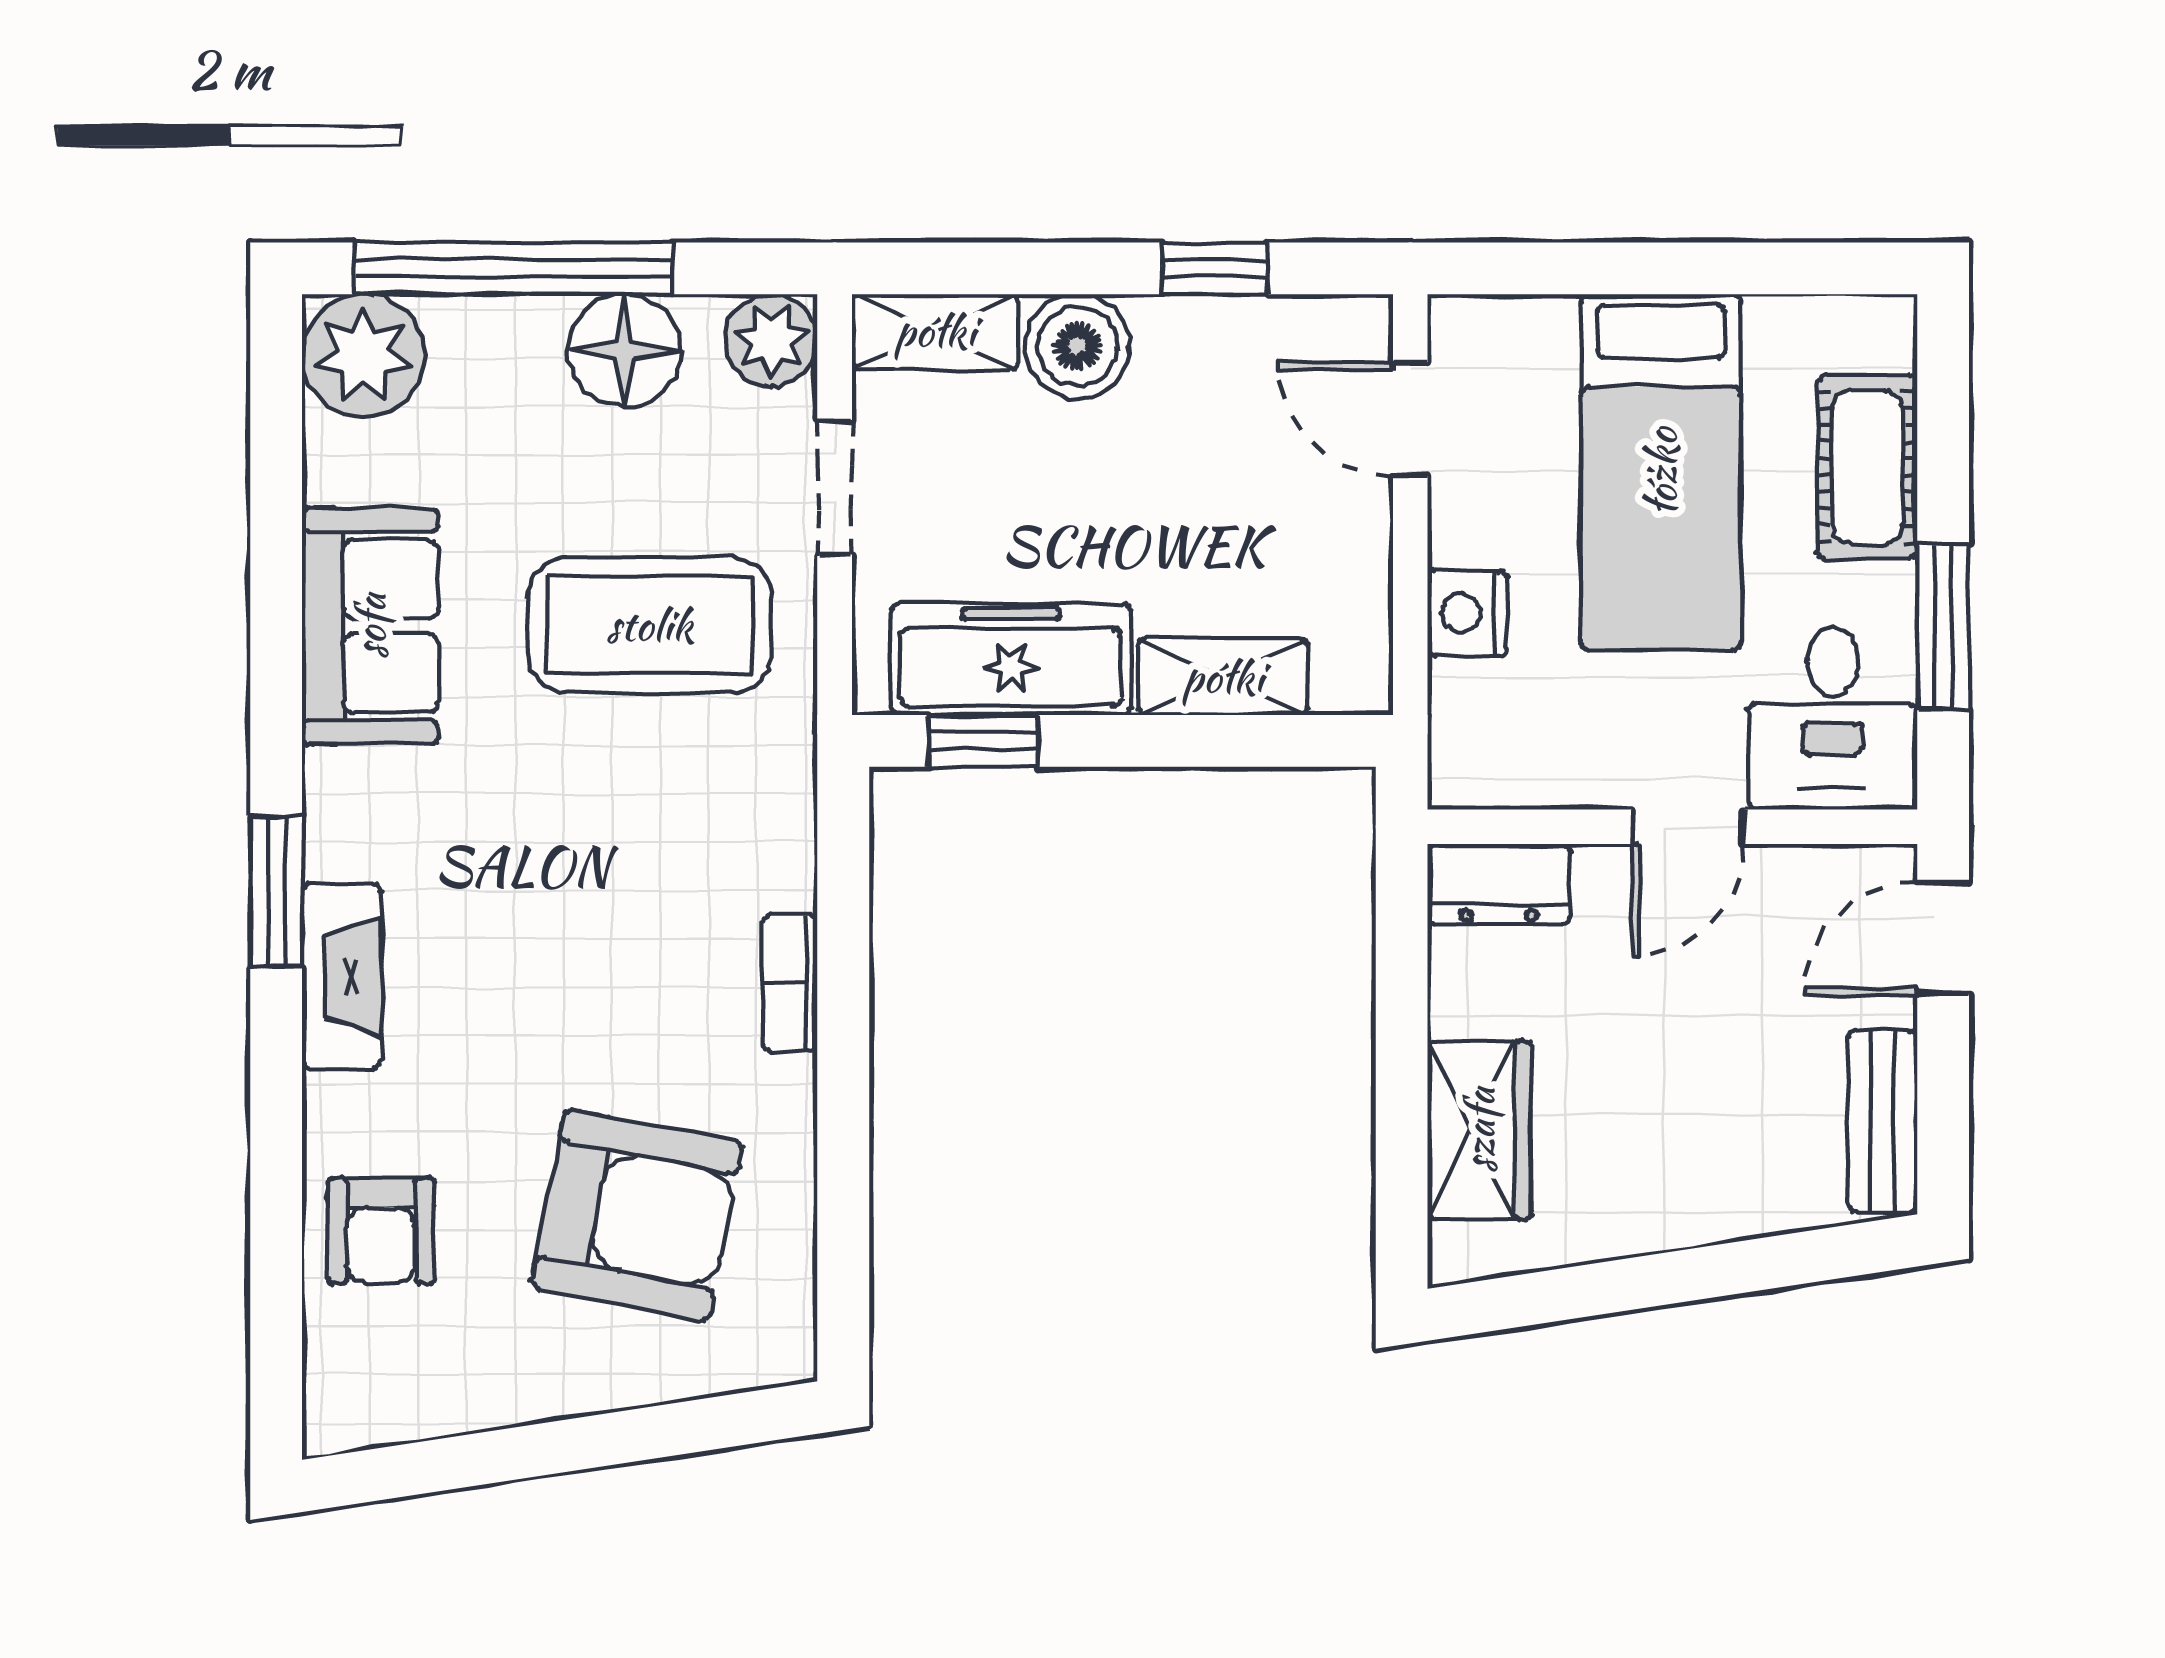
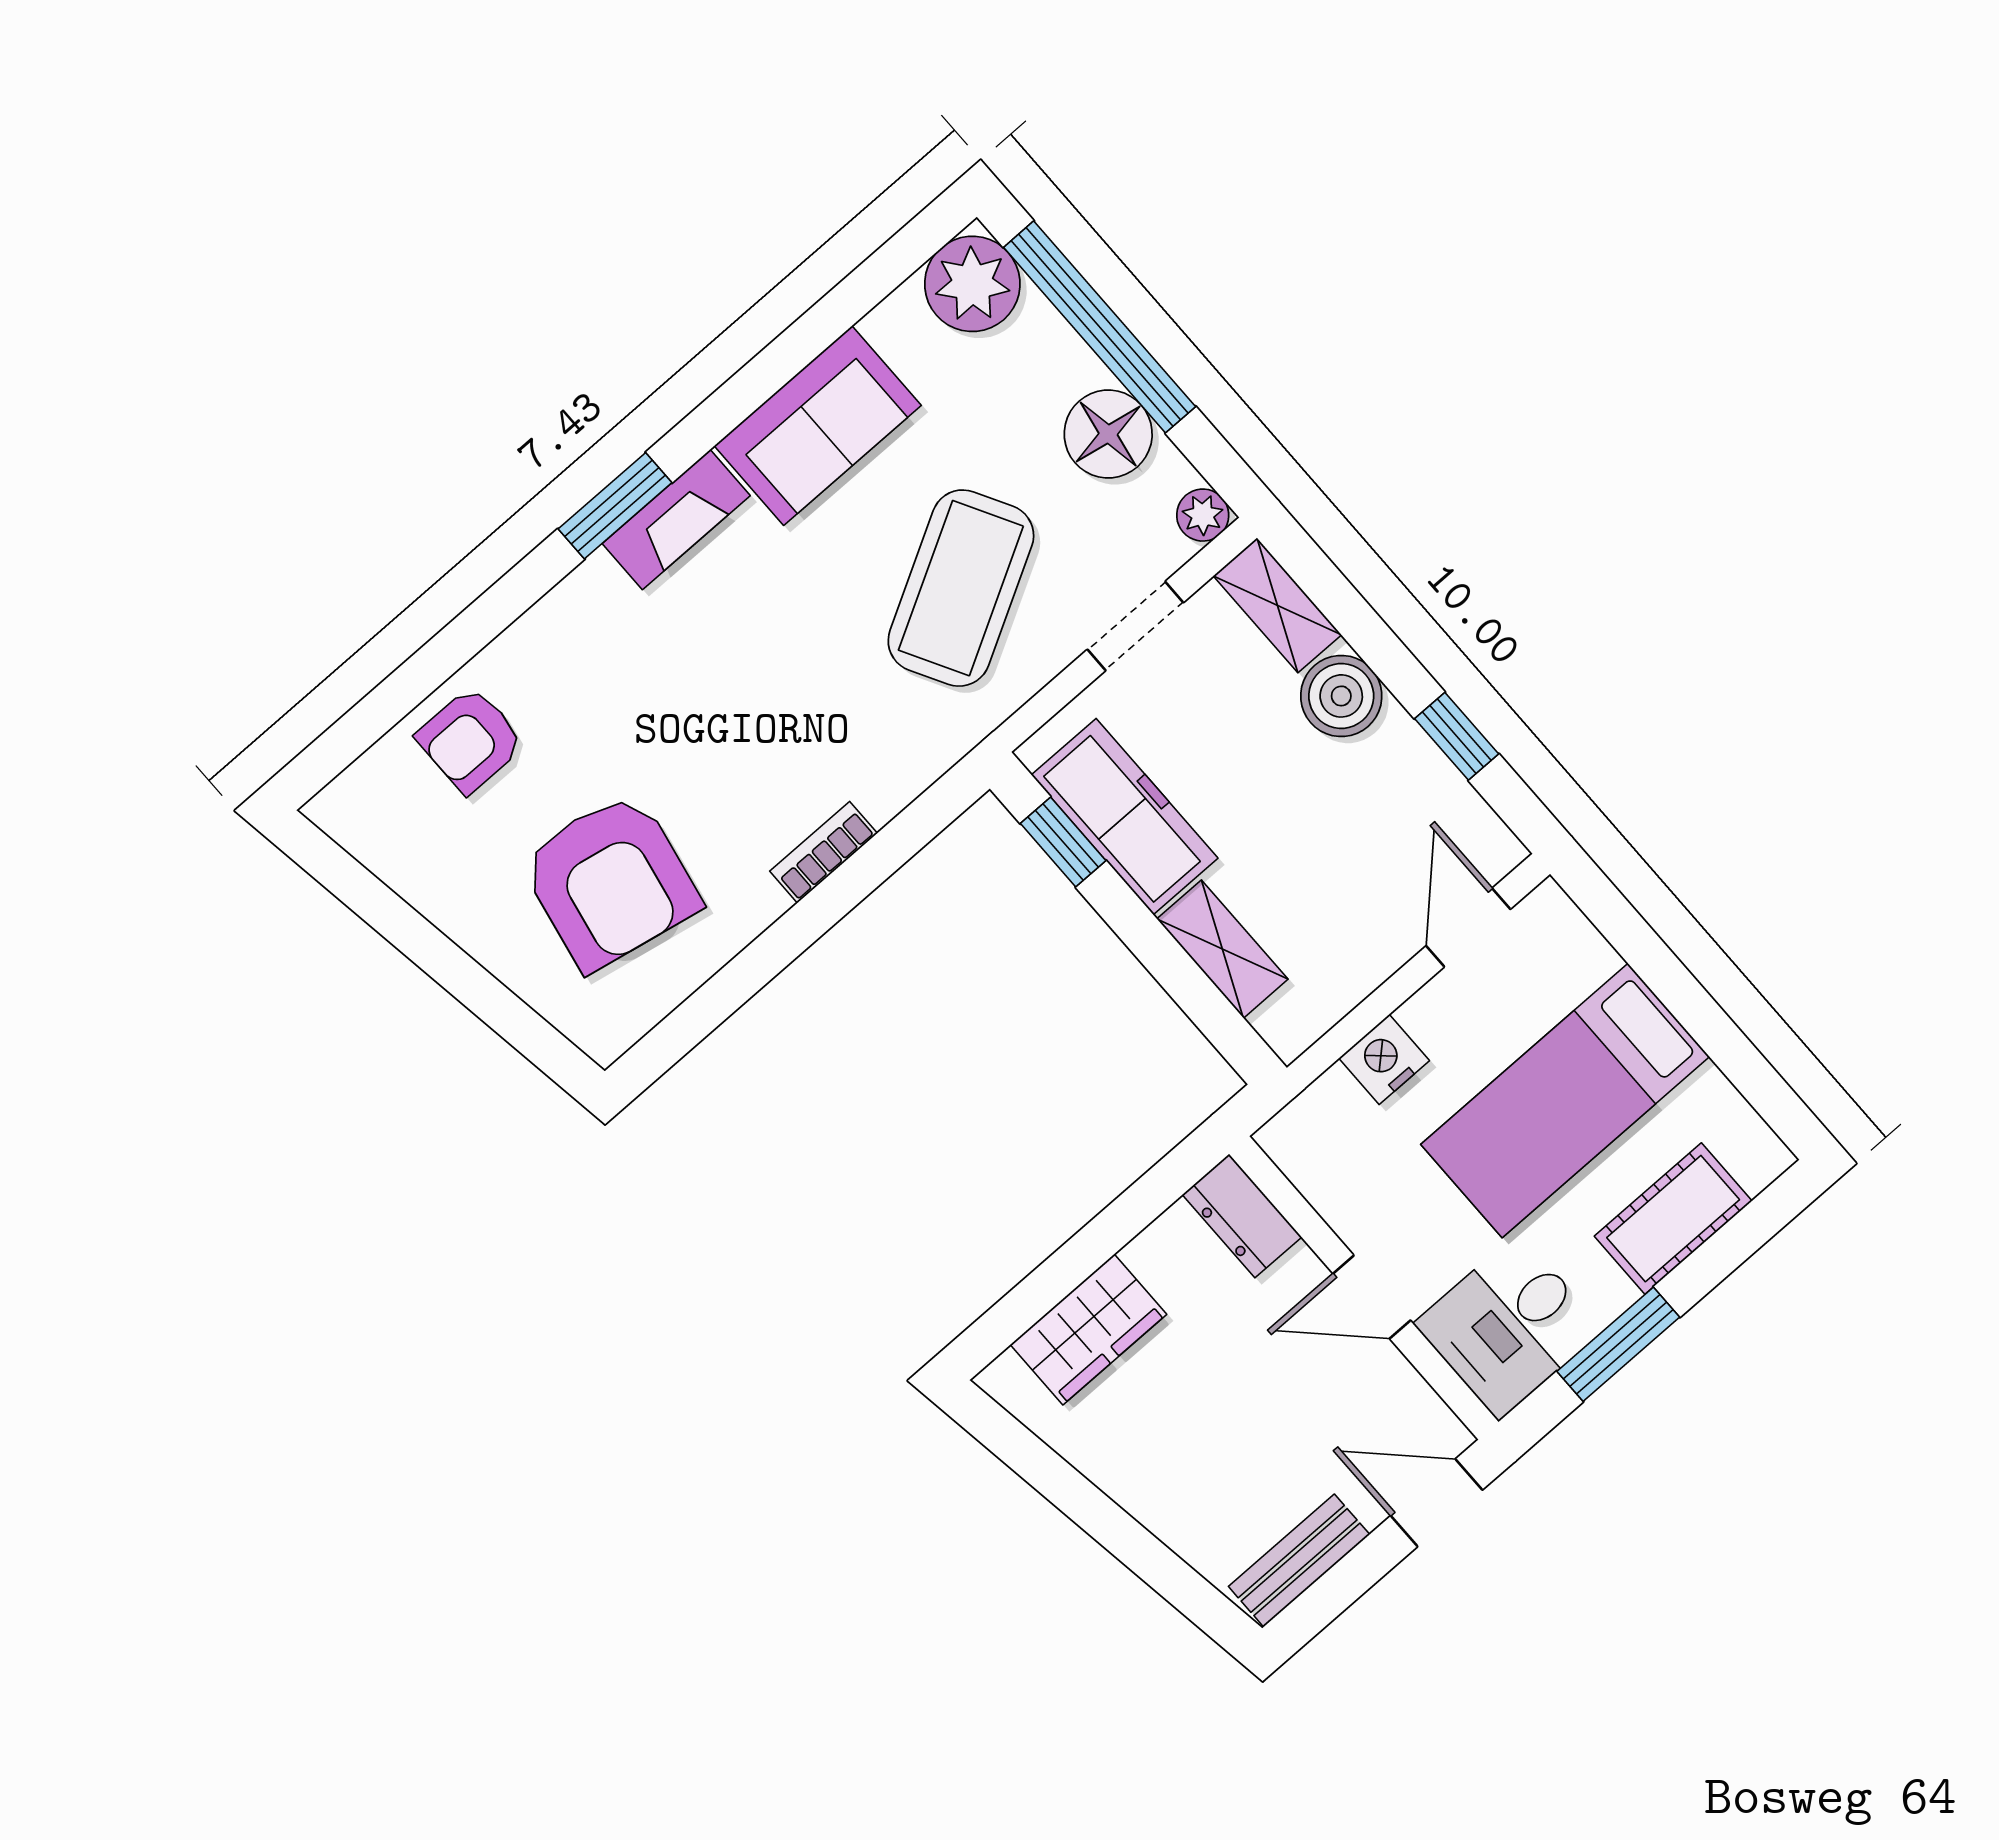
plant: (771, 340) -> (1203, 515), width x0.73, depth x0.73
coffee table: (650, 625) -> (961, 588), turned 61
fireplace: (341, 976) -> (676, 520), moved

